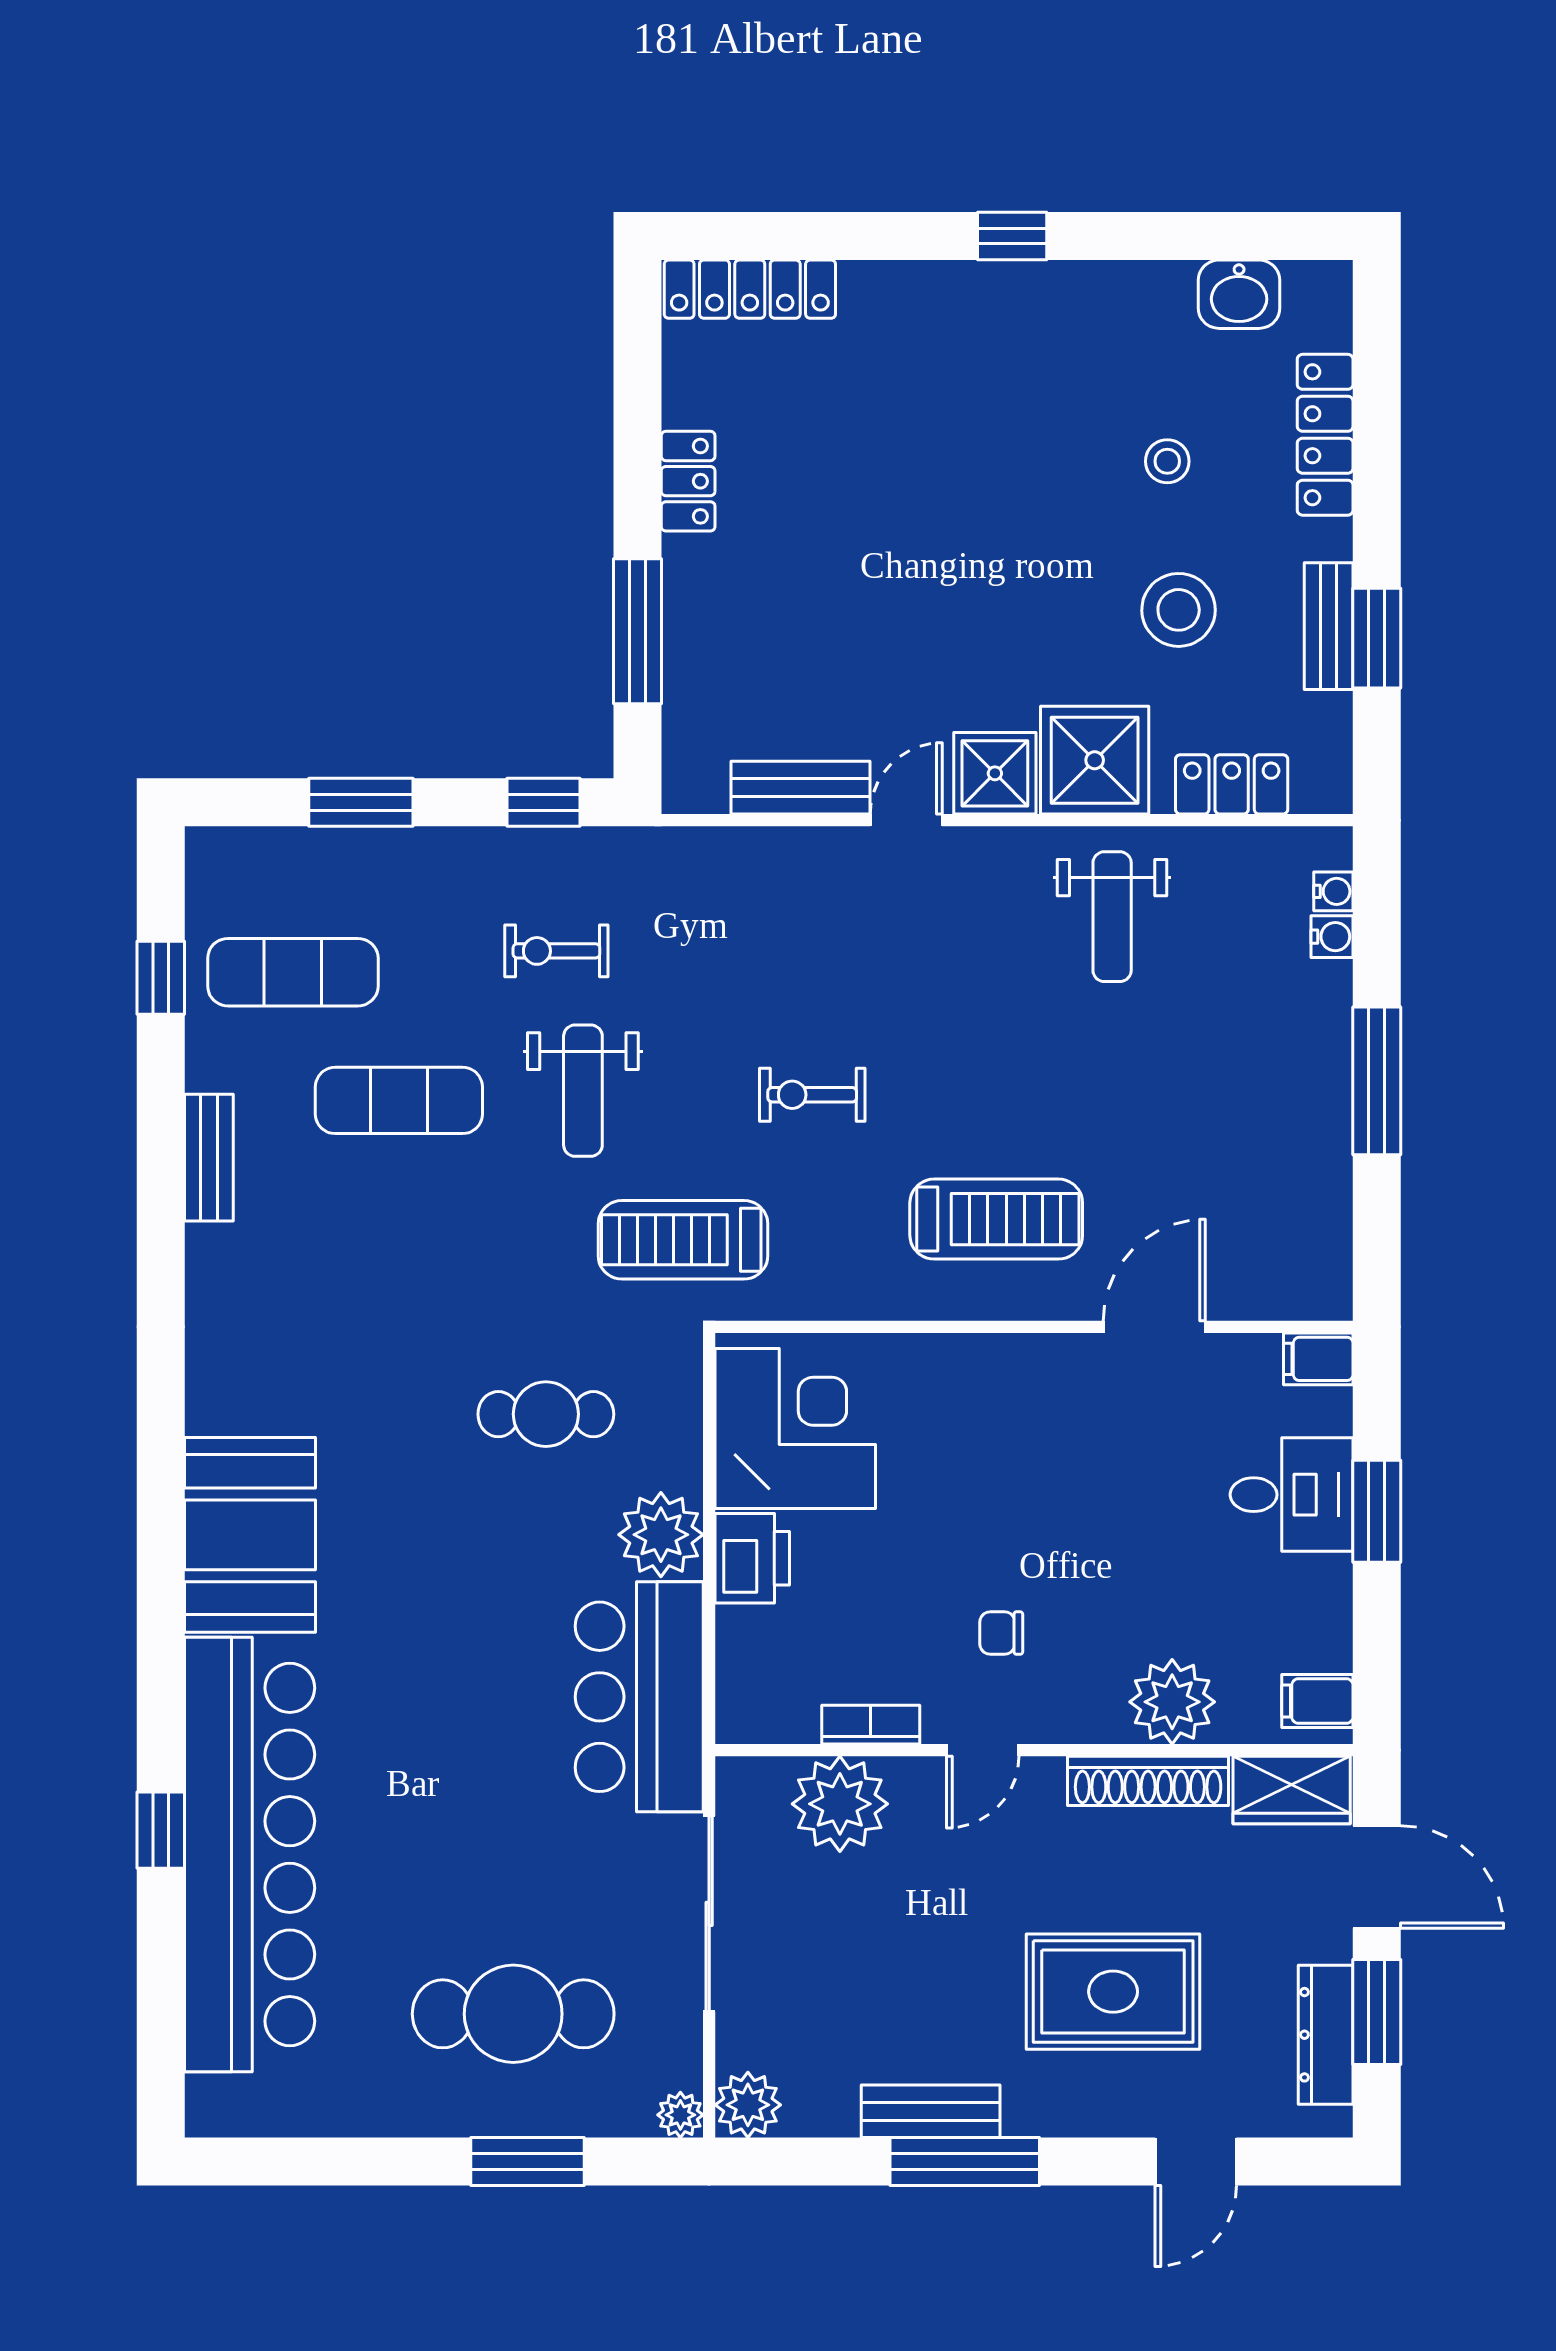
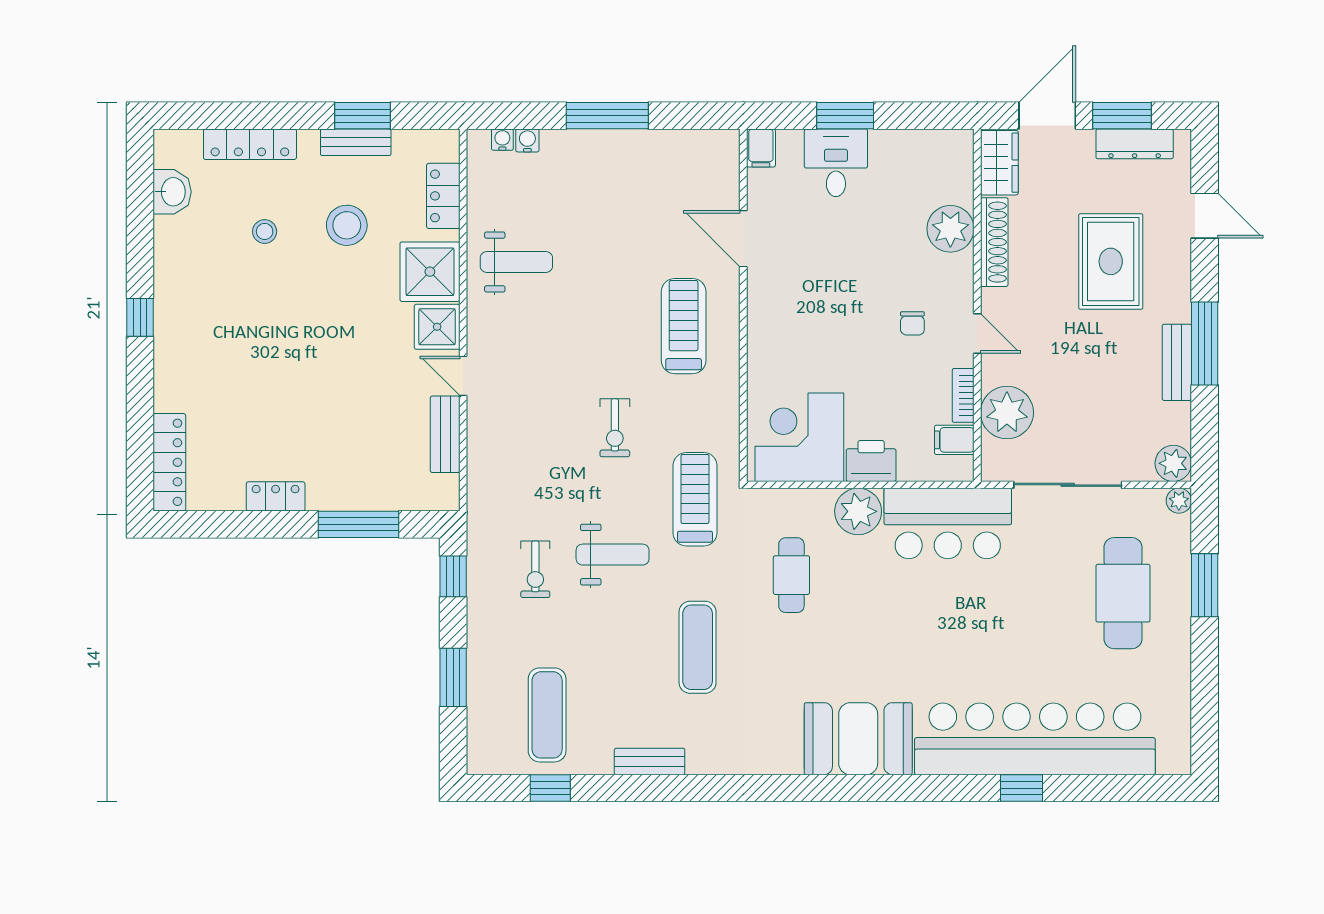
exercise mat: (399, 1100) -> (698, 647), moved
treadmill: (683, 1240) -> (695, 499), turned 180
filing cabinet: (1317, 1701) -> (954, 440), moved, turned 90

